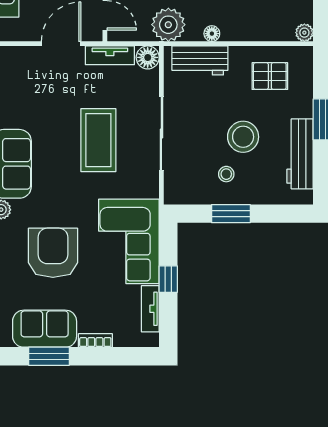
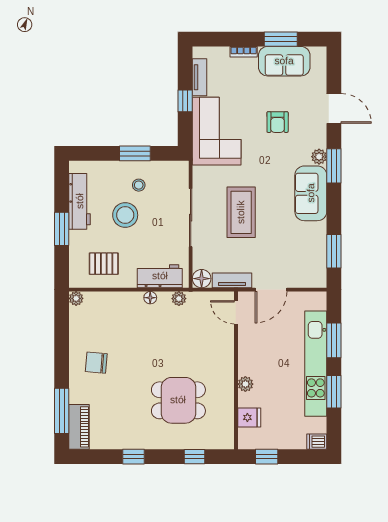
plant: (168, 25) -> (179, 299), width x0.53, depth x0.53
armchair: (53, 253) -> (278, 122), width x0.53, depth x0.53

